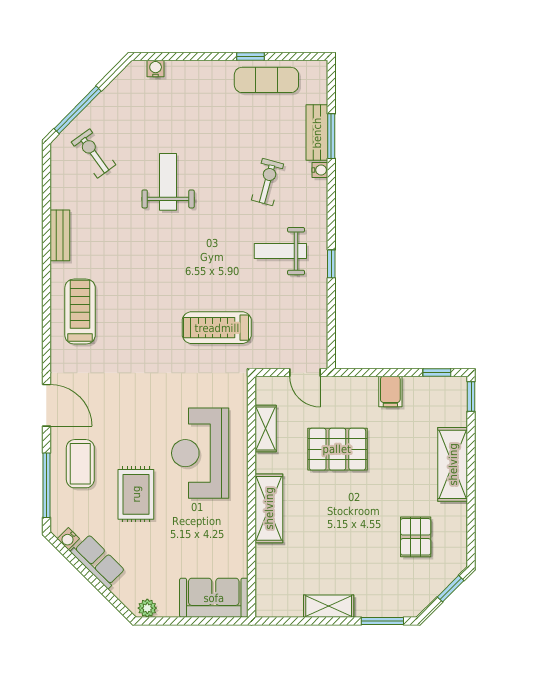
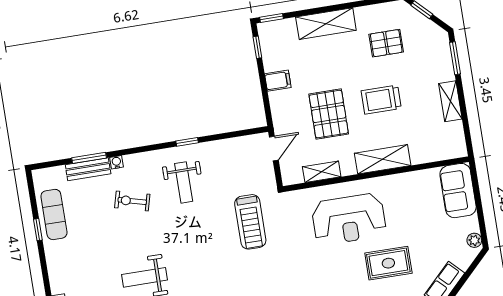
trolley: (345, 519) -> (381, 100), added

